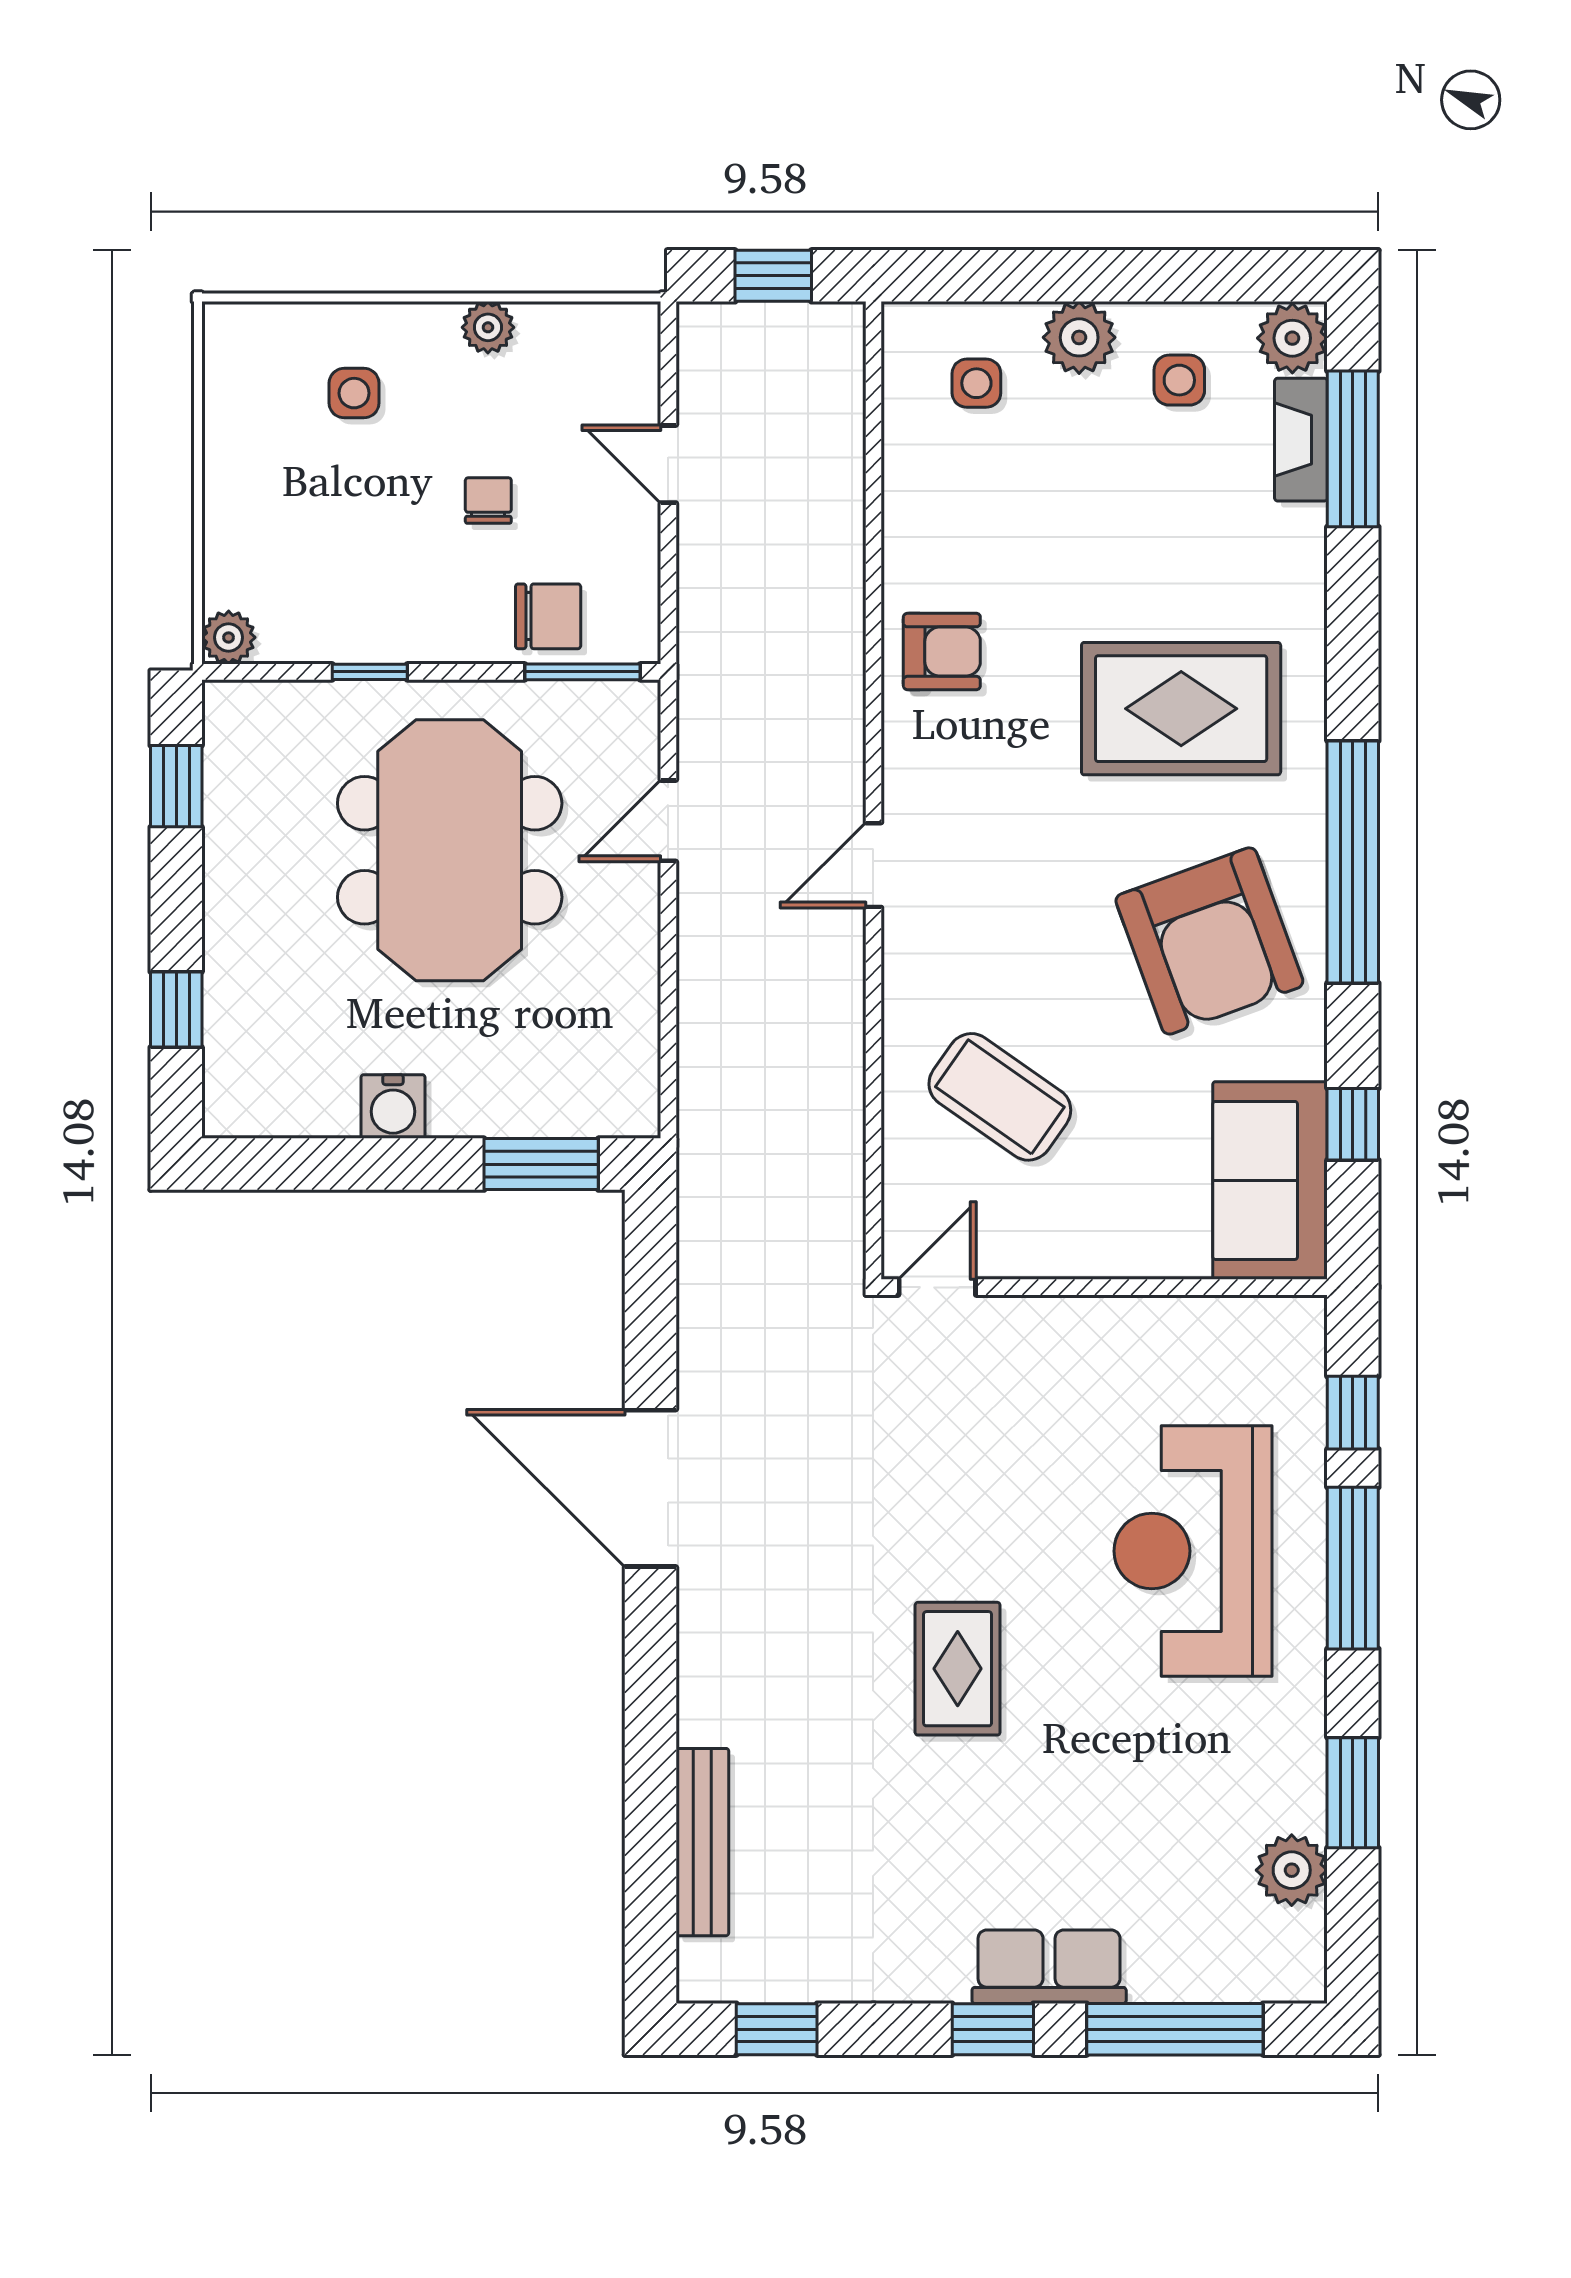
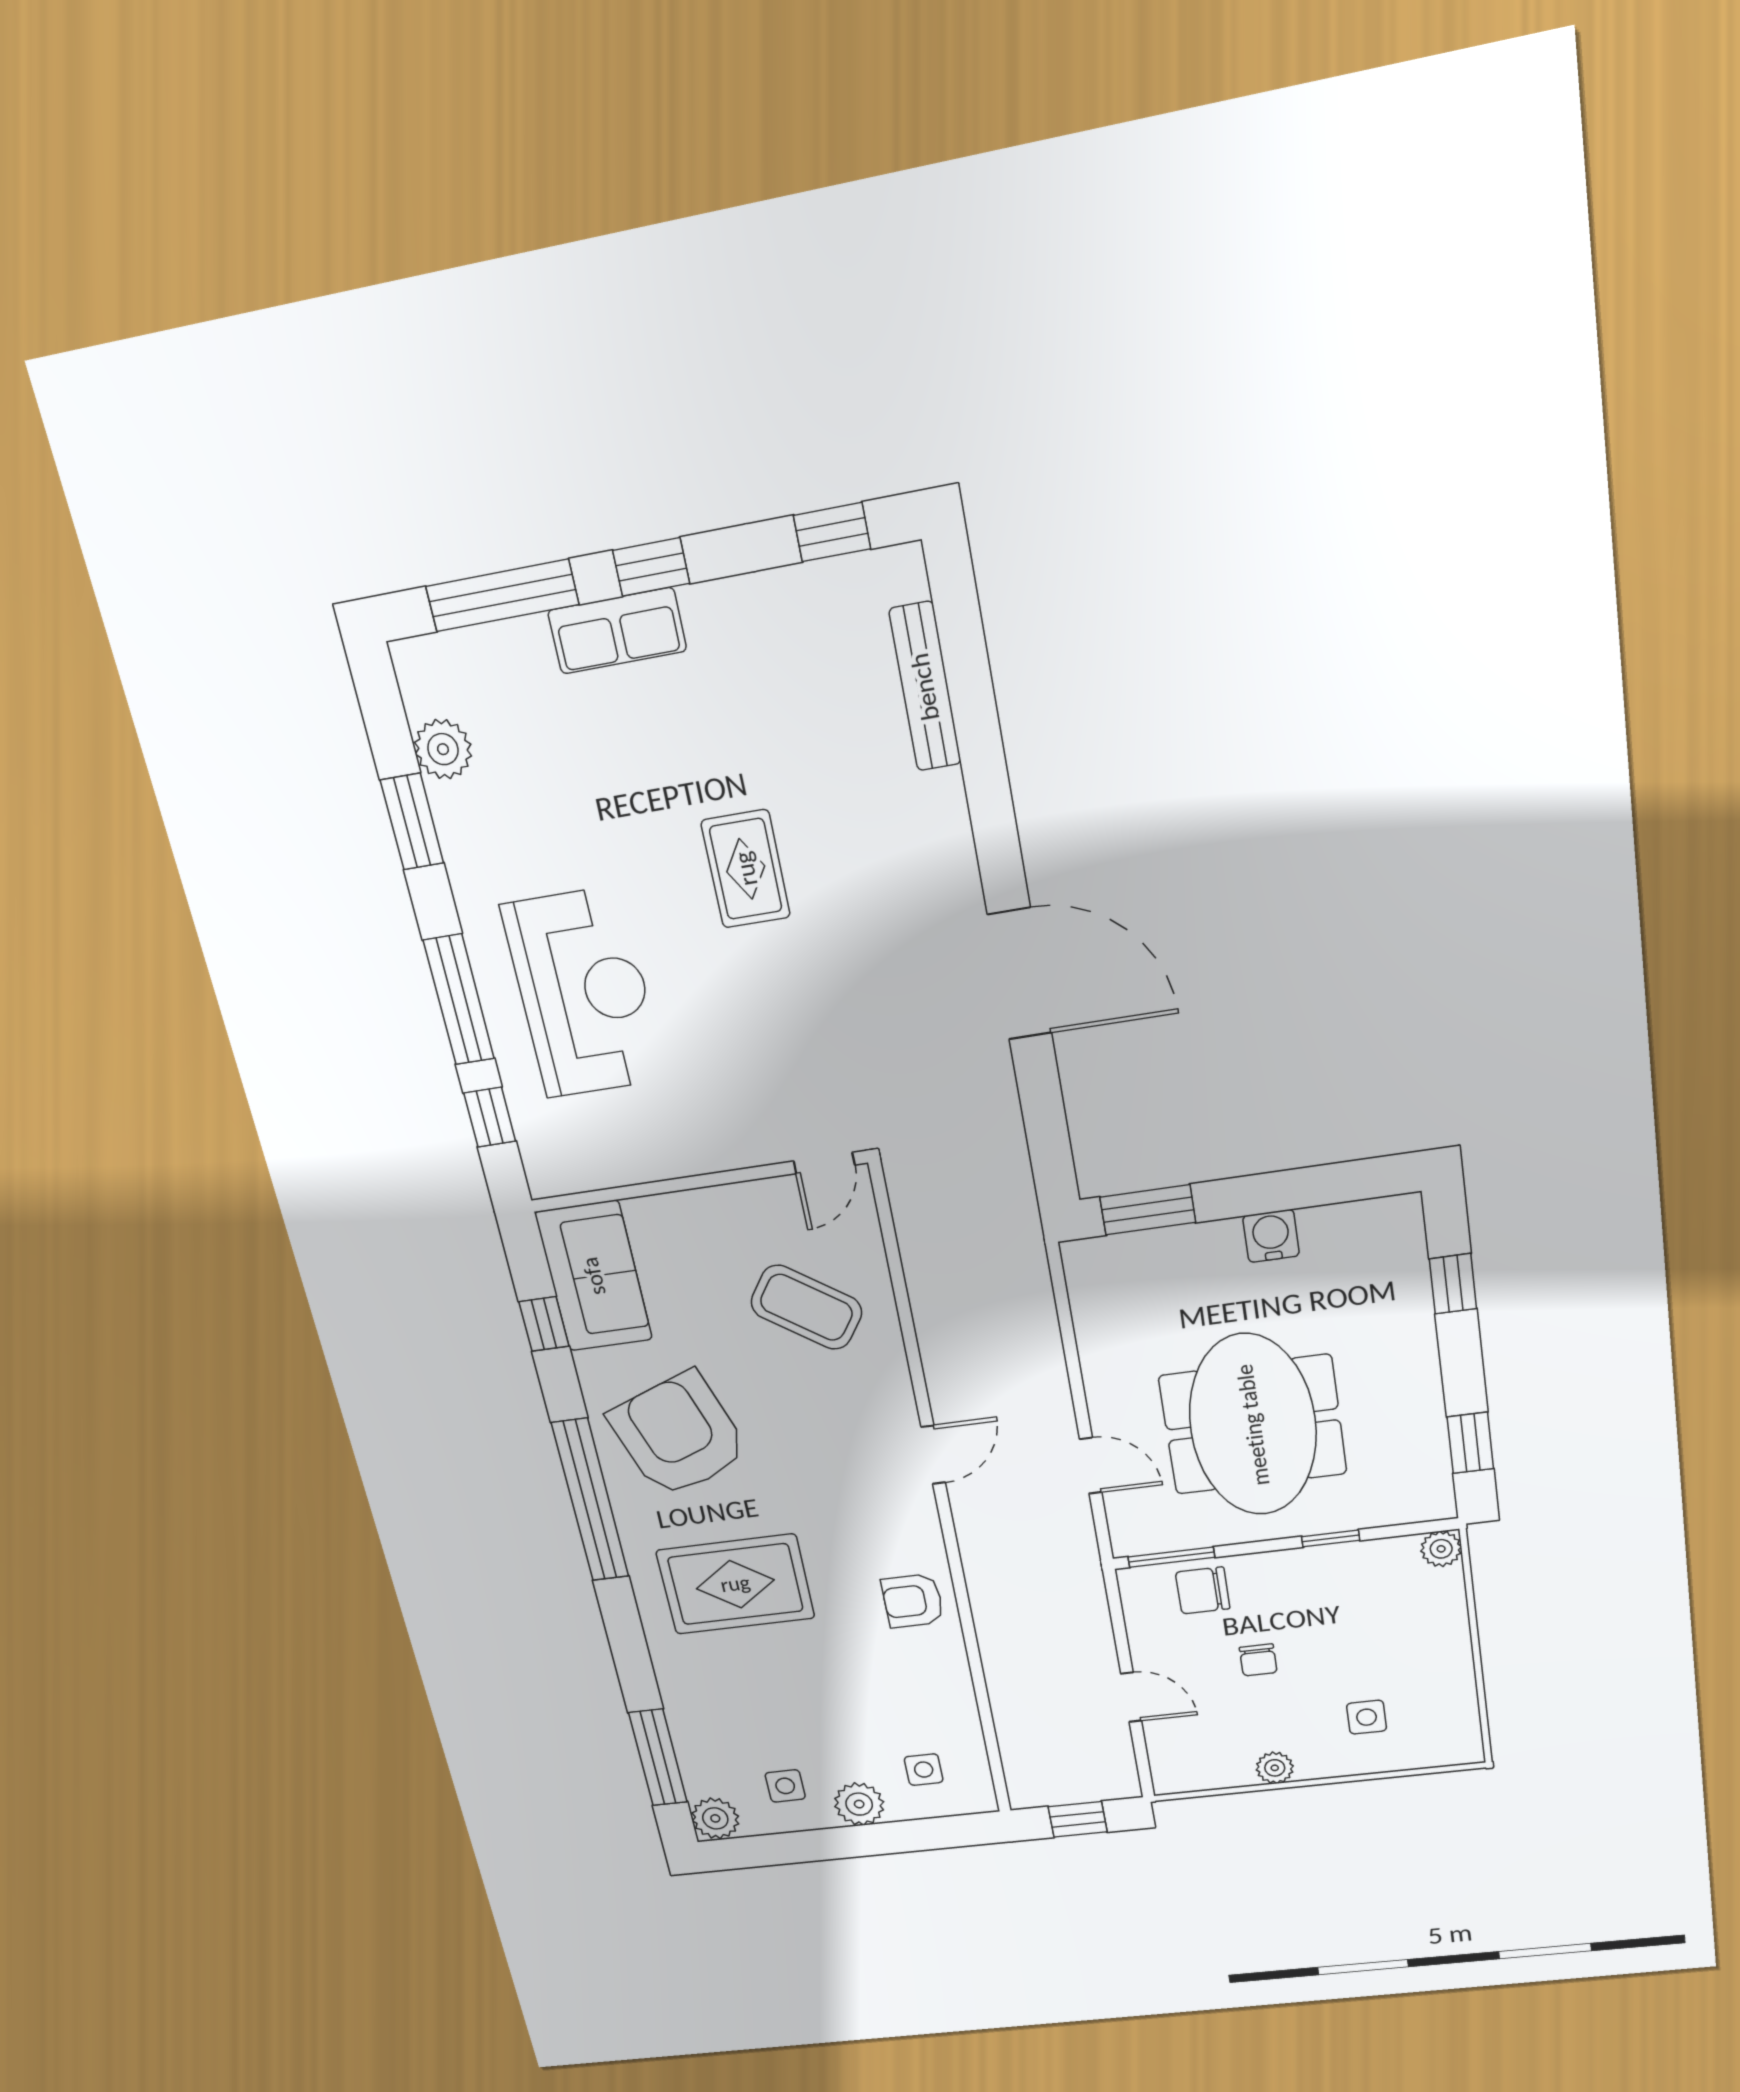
fireplace: (1301, 440) -> (694, 1759), removed
door: (668, 821) -> (1091, 1466), hinge flipped

